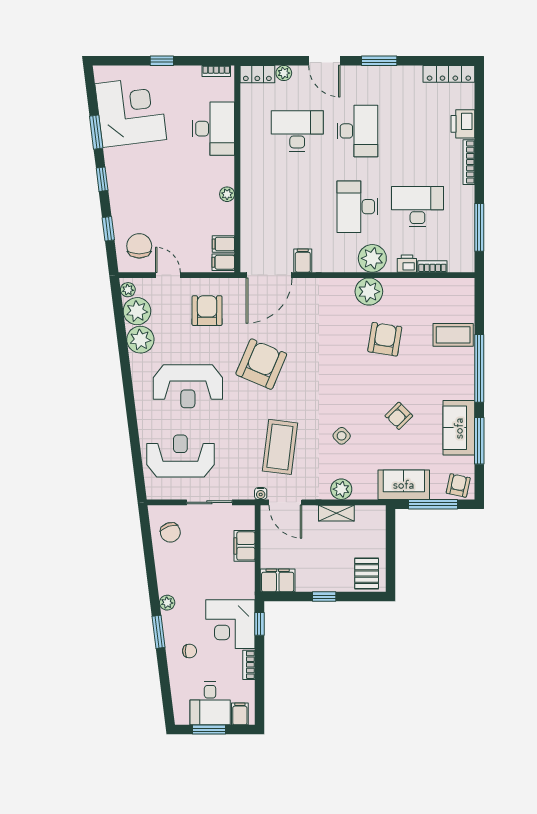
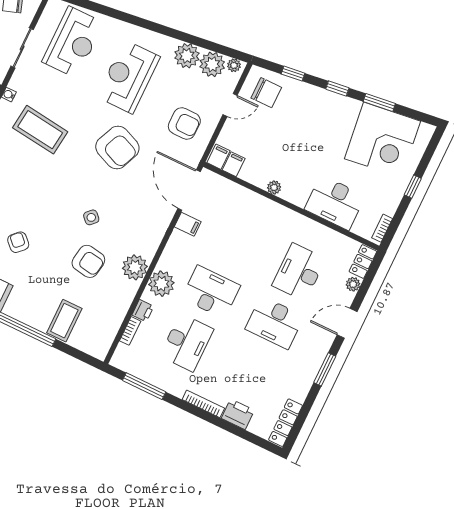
desk: (297, 131) -> (299, 272), turned 180
side table: (342, 436) -> (91, 217), moved

